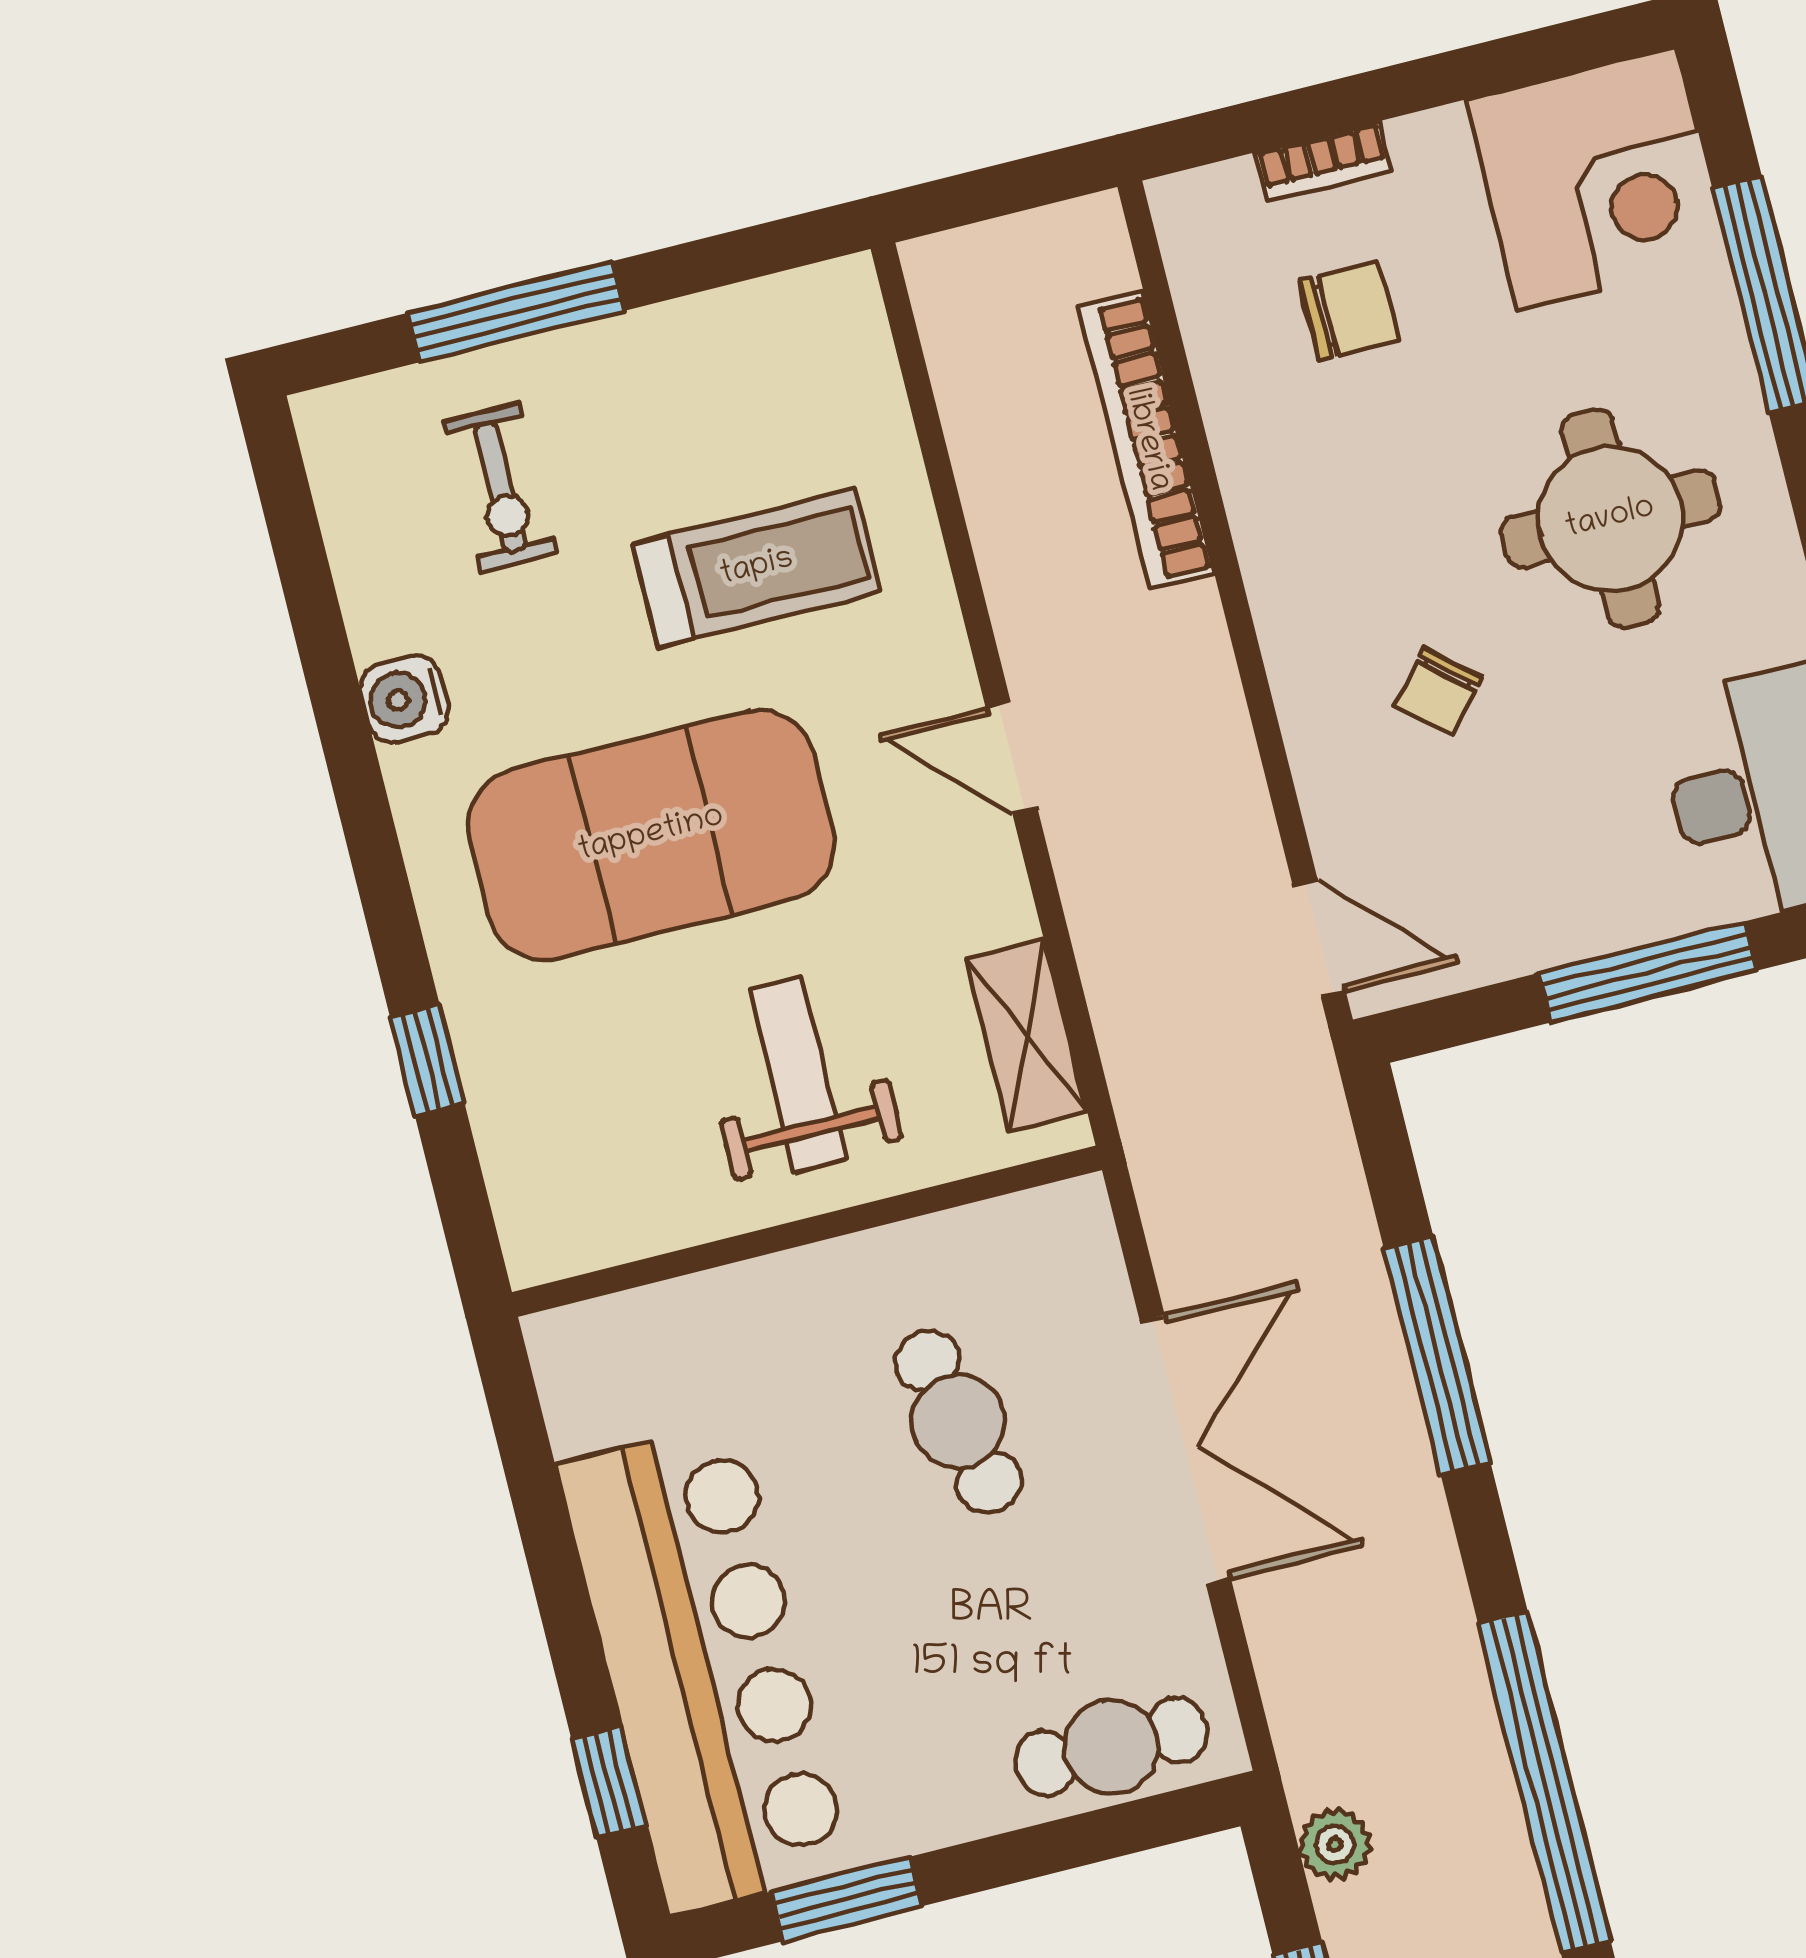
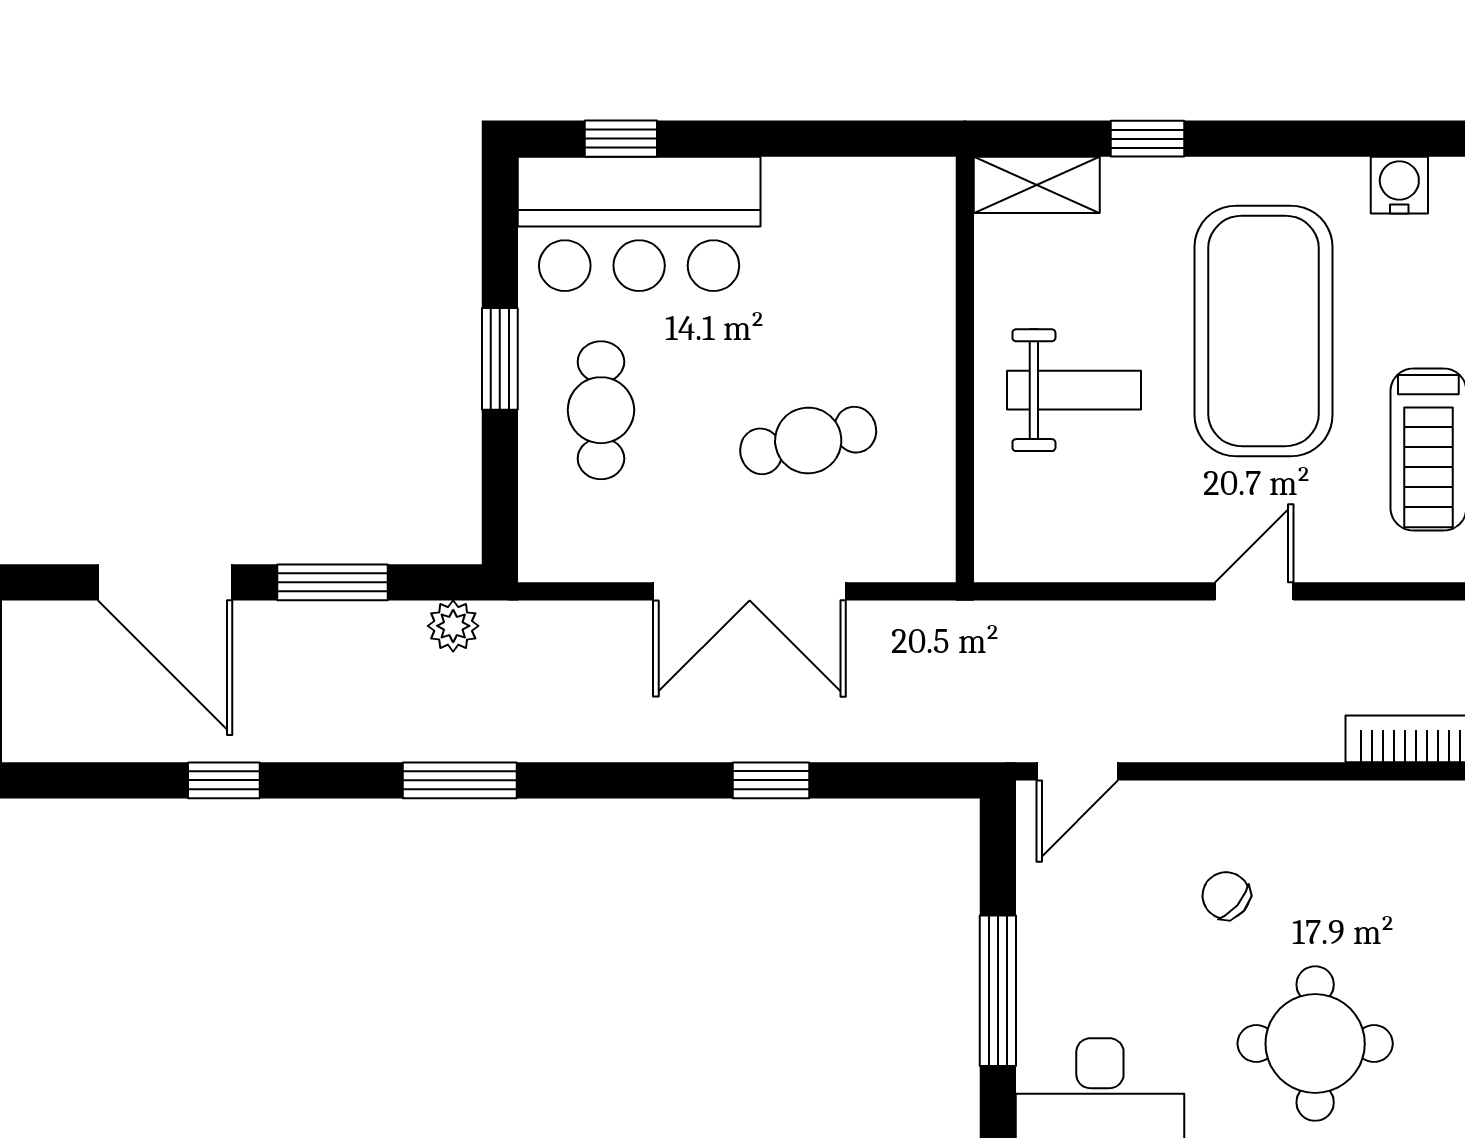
shelving: (1027, 1035) -> (1037, 185), moved
window: (1437, 1355) -> (771, 780), width x0.46
bar counter: (704, 1667) -> (639, 224), width x0.73
cafe table: (1111, 1747) -> (601, 410), moved
window: (1544, 1782) -> (460, 780), width x0.47
window: (847, 1899) -> (500, 359), moved

